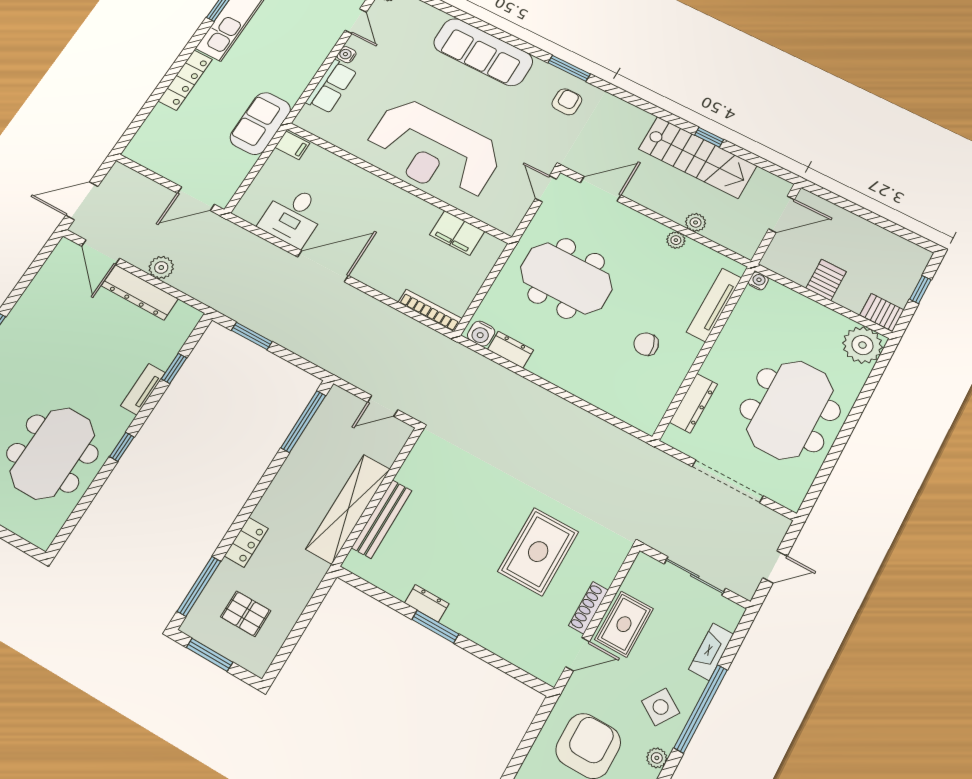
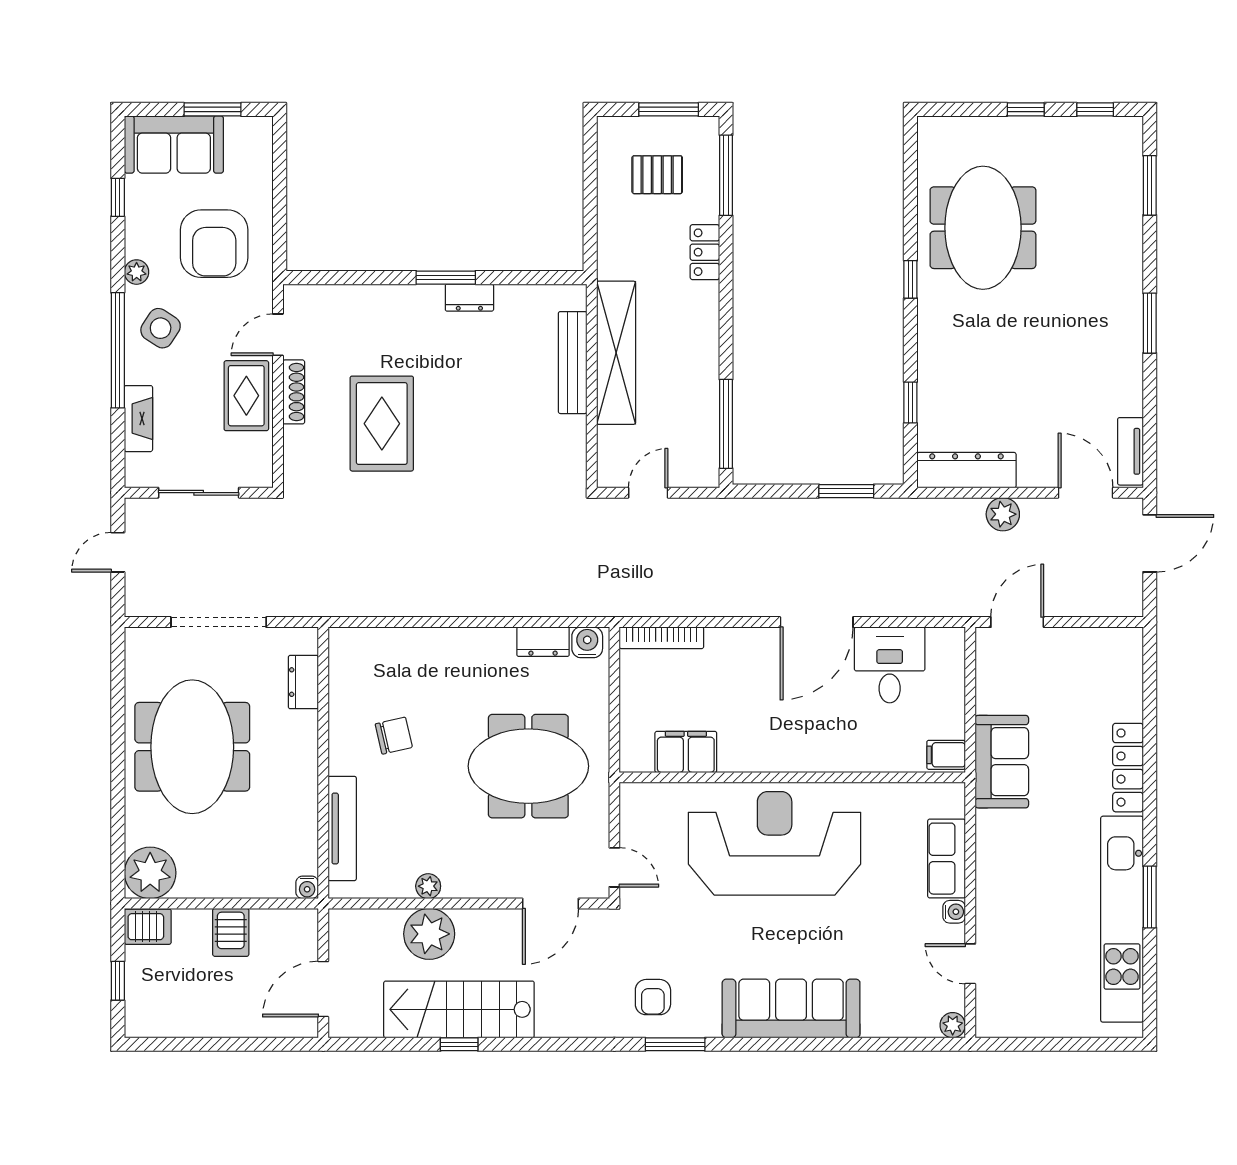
plant: (696, 222) -> (429, 934), width x1.88, depth x1.88
dresser: (140, 292) -> (966, 470), moved
tv unit: (143, 389) -> (1130, 451), moved, turned 180
dresser: (693, 403) -> (303, 682), width x0.70

